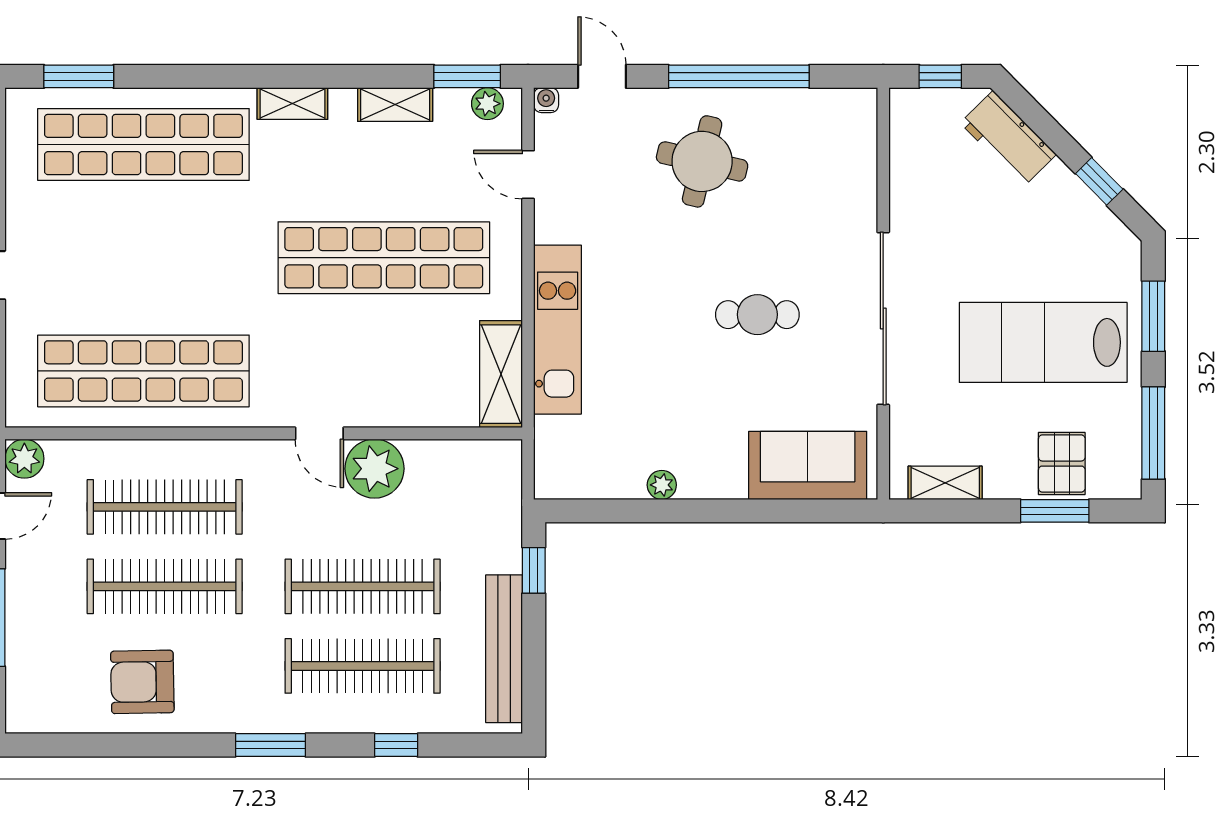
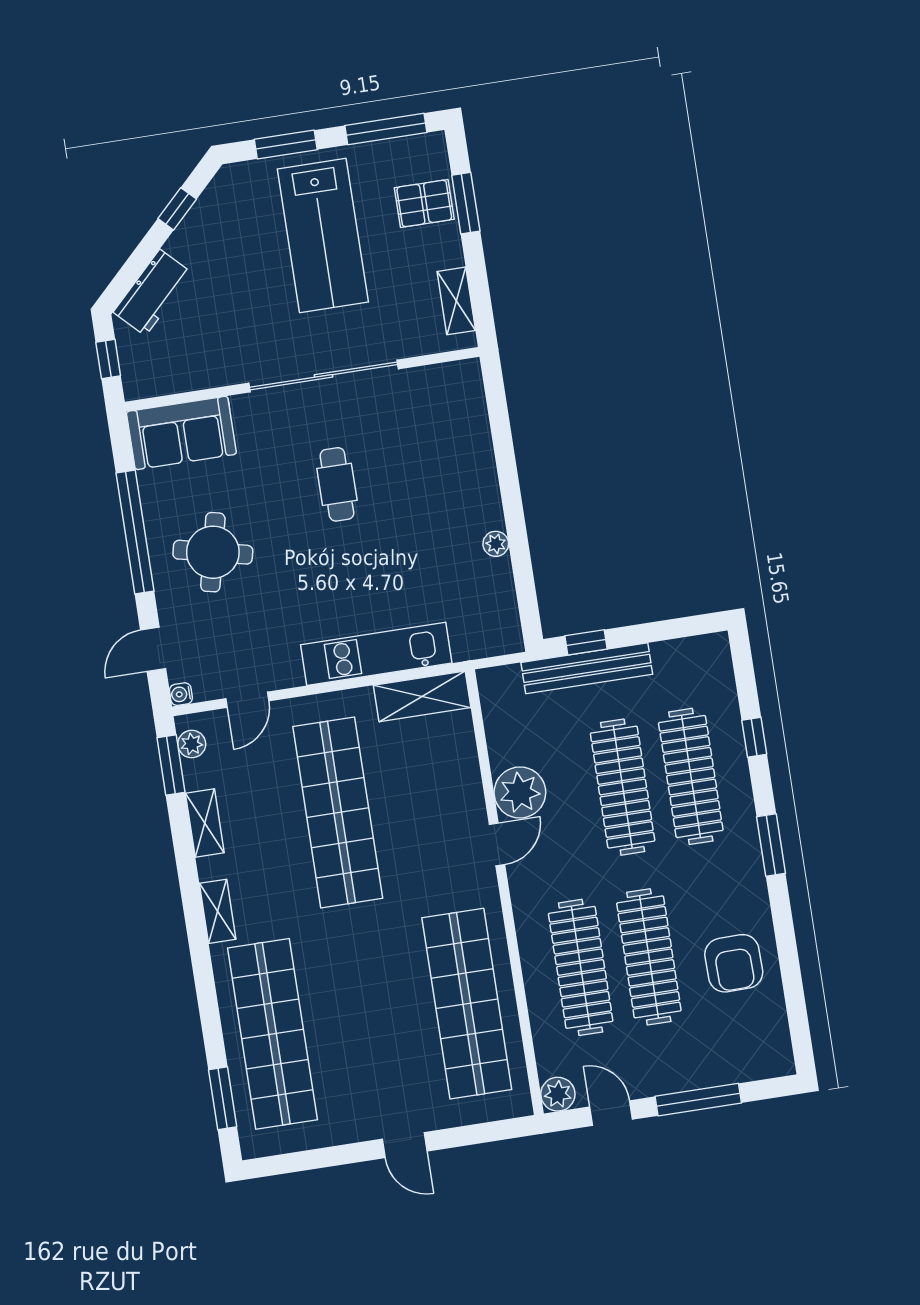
sofa: (808, 465) -> (181, 433), moved, turned -90
bench: (504, 649) -> (587, 668), moved

